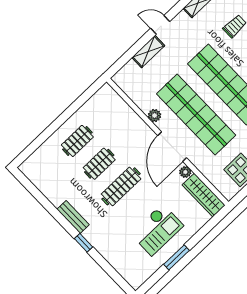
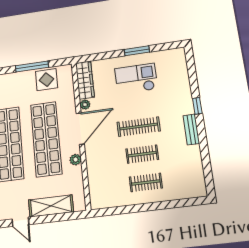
shelving: (148, 52) -> (51, 206), width x1.50, depth x1.33

